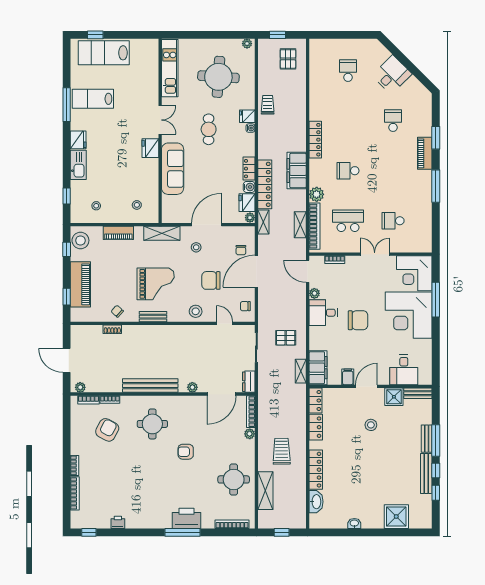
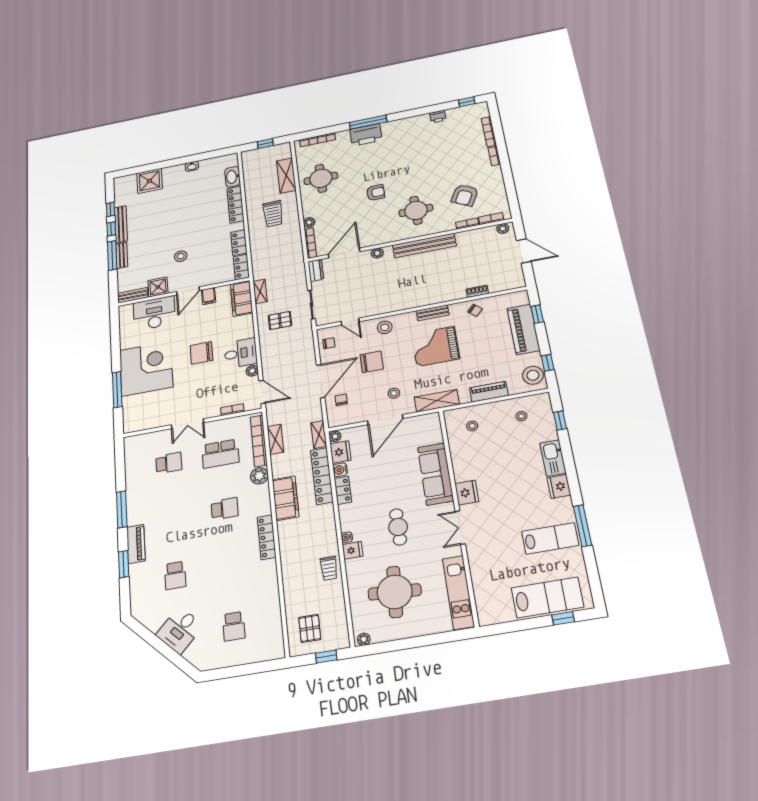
corner desk: (414, 273) -> (142, 412), removed
desk: (404, 370) -> (154, 313), width x1.37

